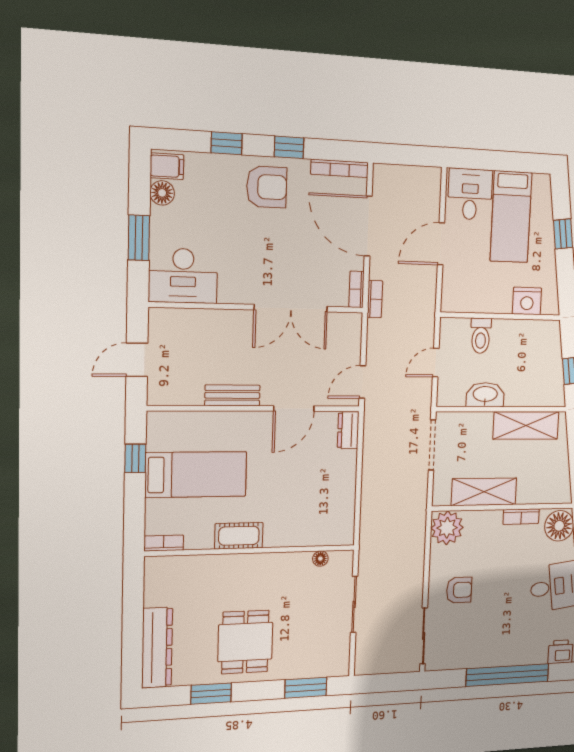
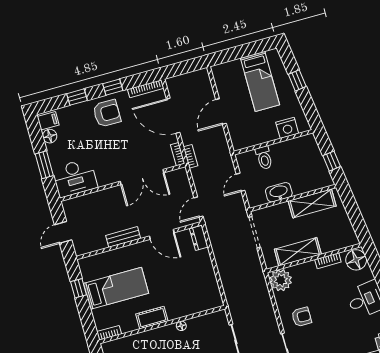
desk: (470, 194) -> (230, 77), removed
door: (294, 409) -> (162, 234), hinge flipped
floor lamp: (320, 559) -> (181, 326), moved

